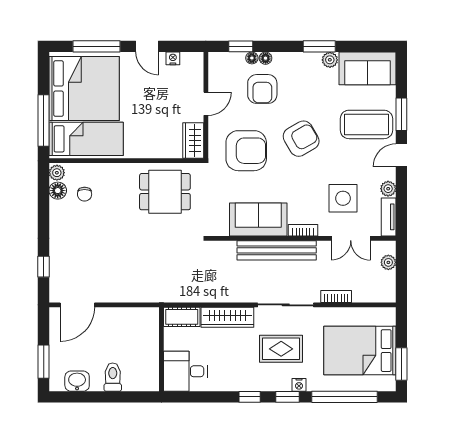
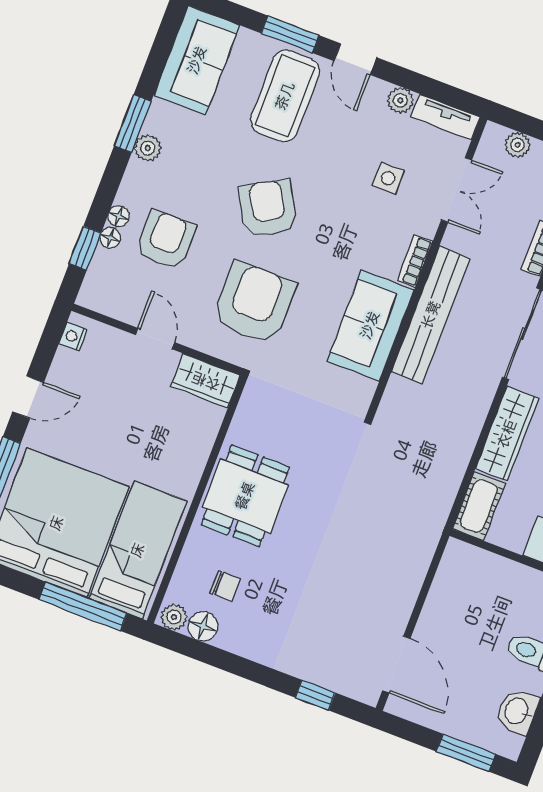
nightstand: (173, 58) -> (73, 337), moved
plant: (330, 60) -> (148, 148), moved
armchair: (262, 89) -> (166, 240), turned -90
dining table: (165, 192) -> (245, 496), moved
side table: (343, 198) -> (388, 178), width x0.54, depth x0.54

